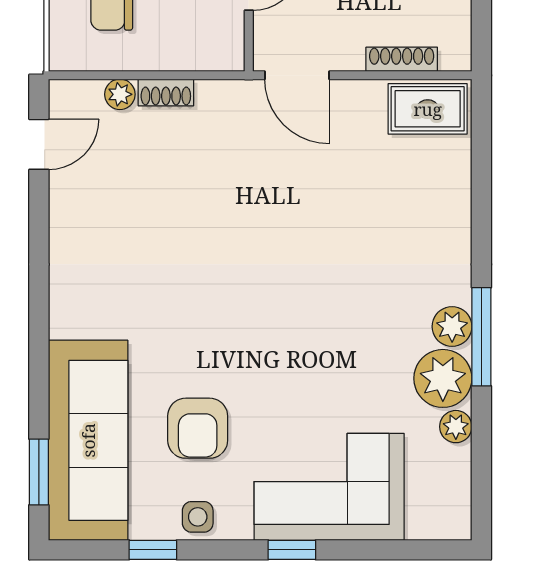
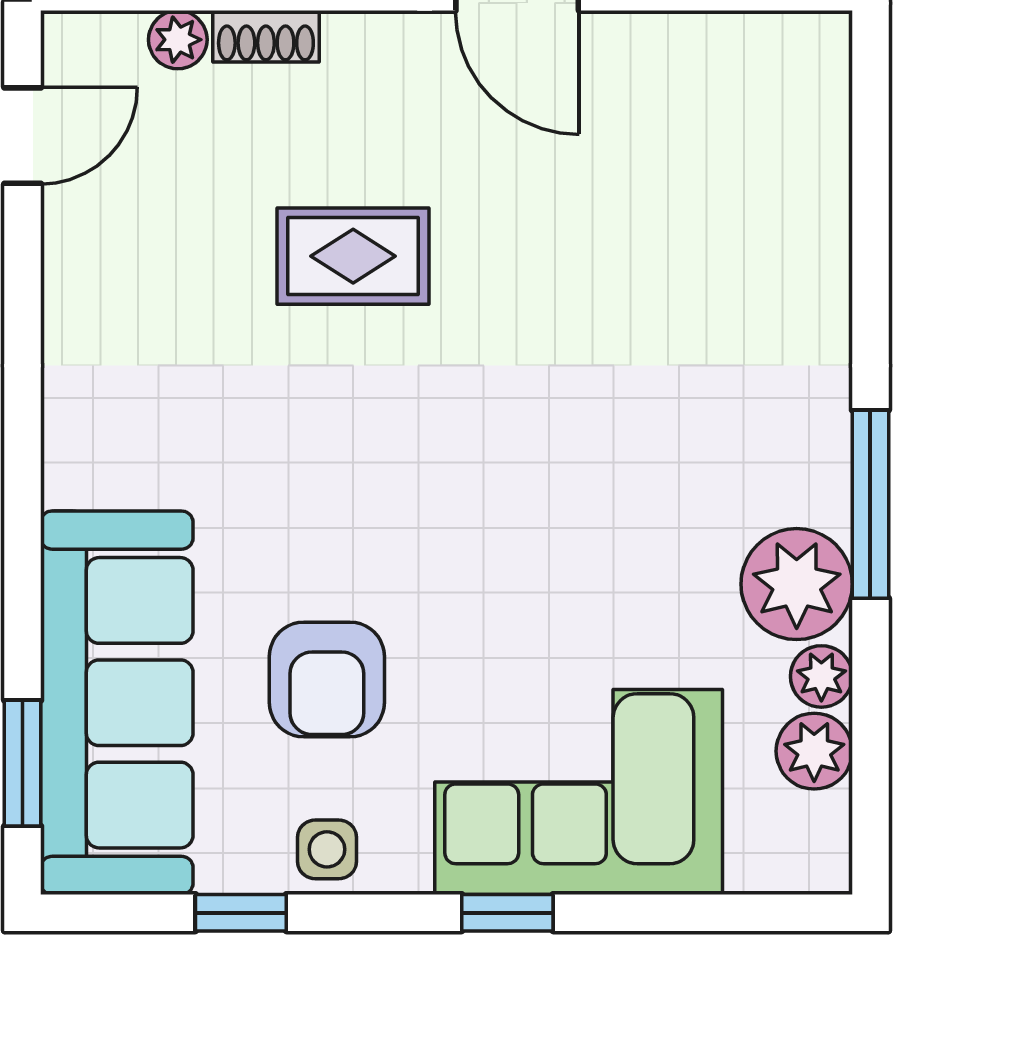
rug: (428, 109) -> (353, 256), moved
plant: (452, 327) -> (814, 751), moved

